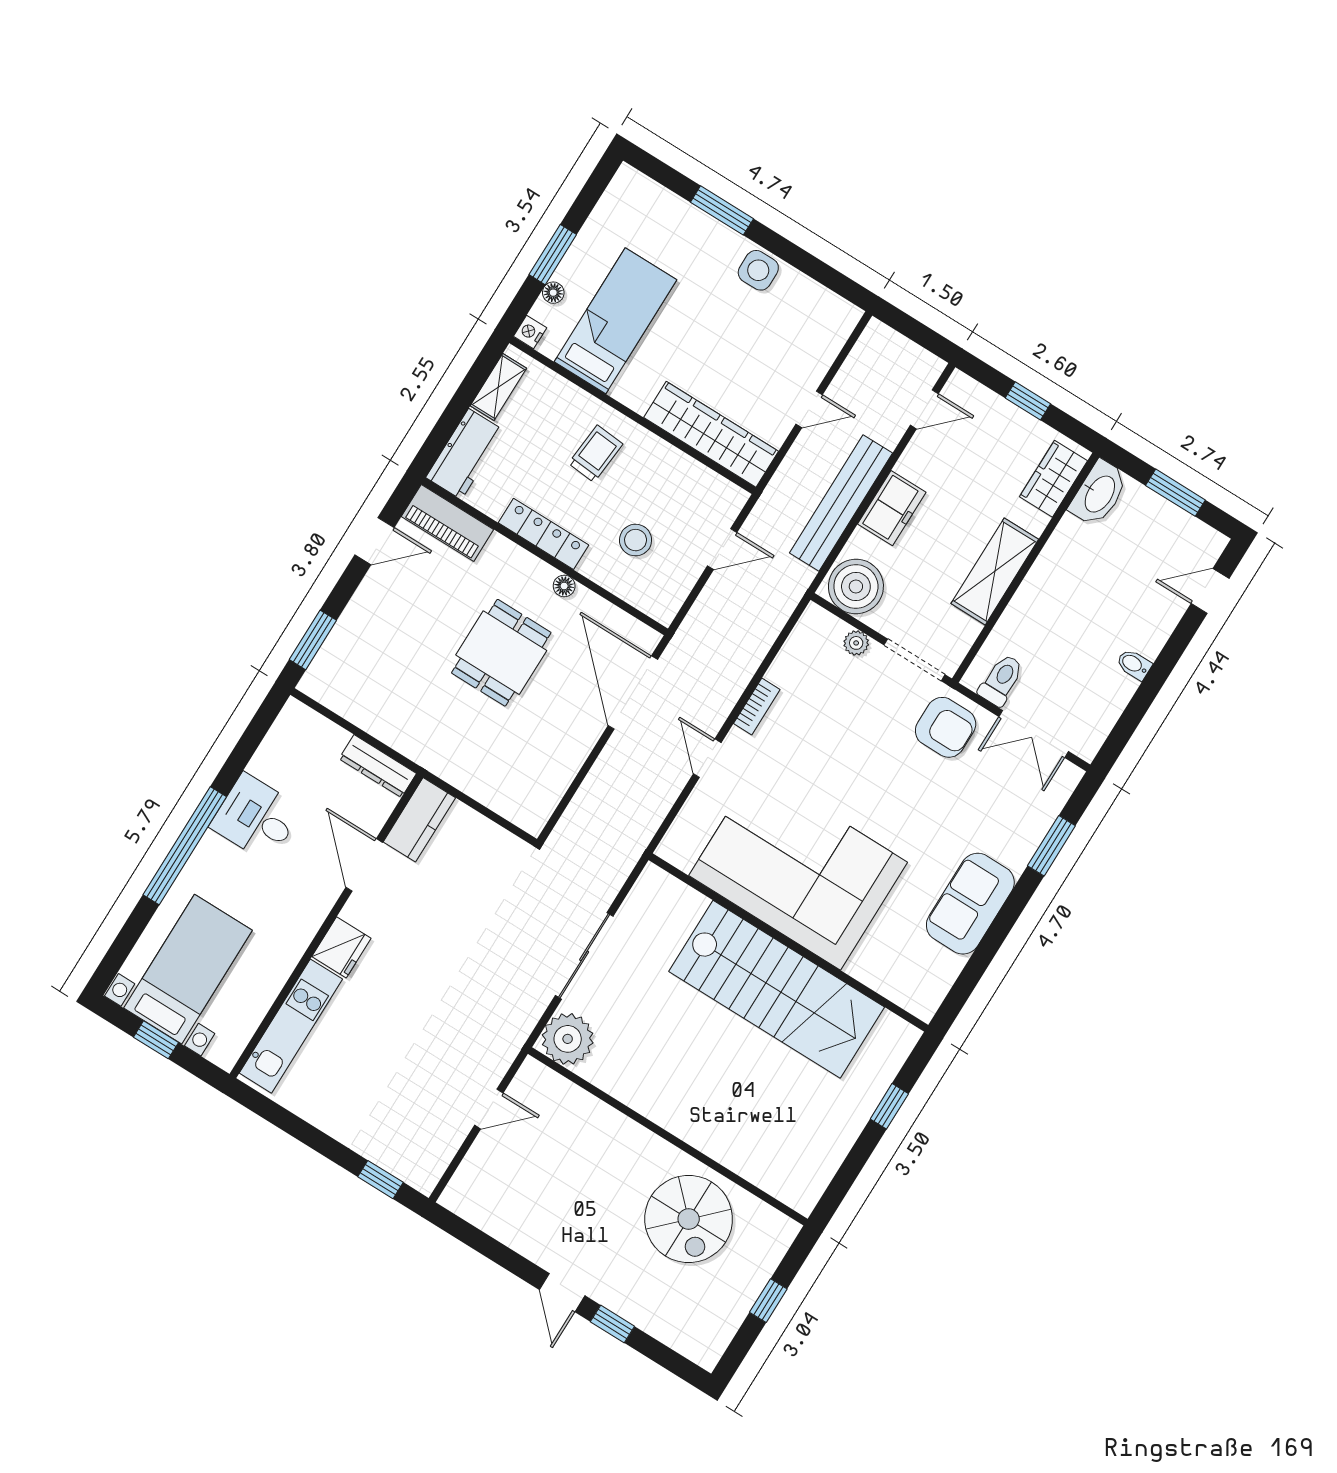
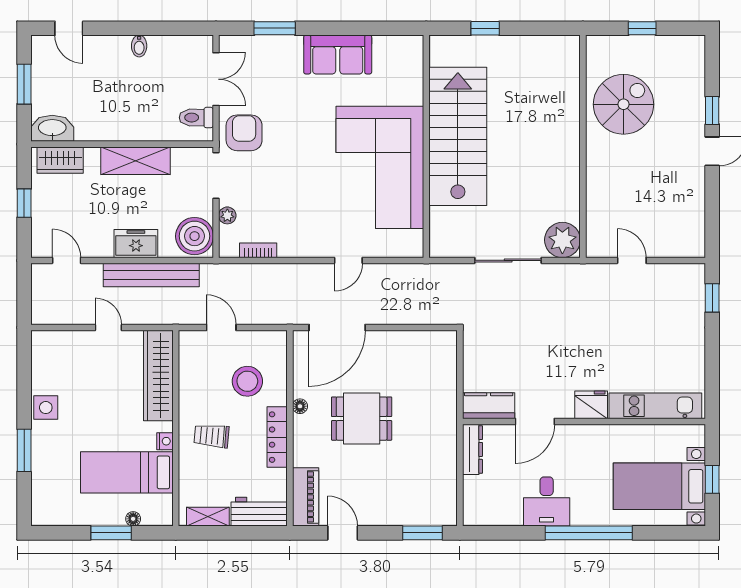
nightstand: (530, 332) -> (165, 441), moved, turned -90
stool: (636, 540) -> (247, 381), width x1.38, depth x1.38
bookcase: (757, 706) -> (258, 250), moved

